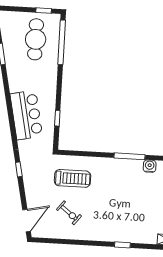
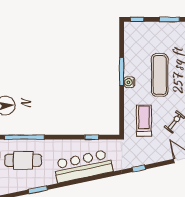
bar counter: (26, 115) -> (83, 166), width x1.36
water cooler: (150, 166) -> (129, 82), moved
exercise mat: (123, 199) -> (160, 75), added

